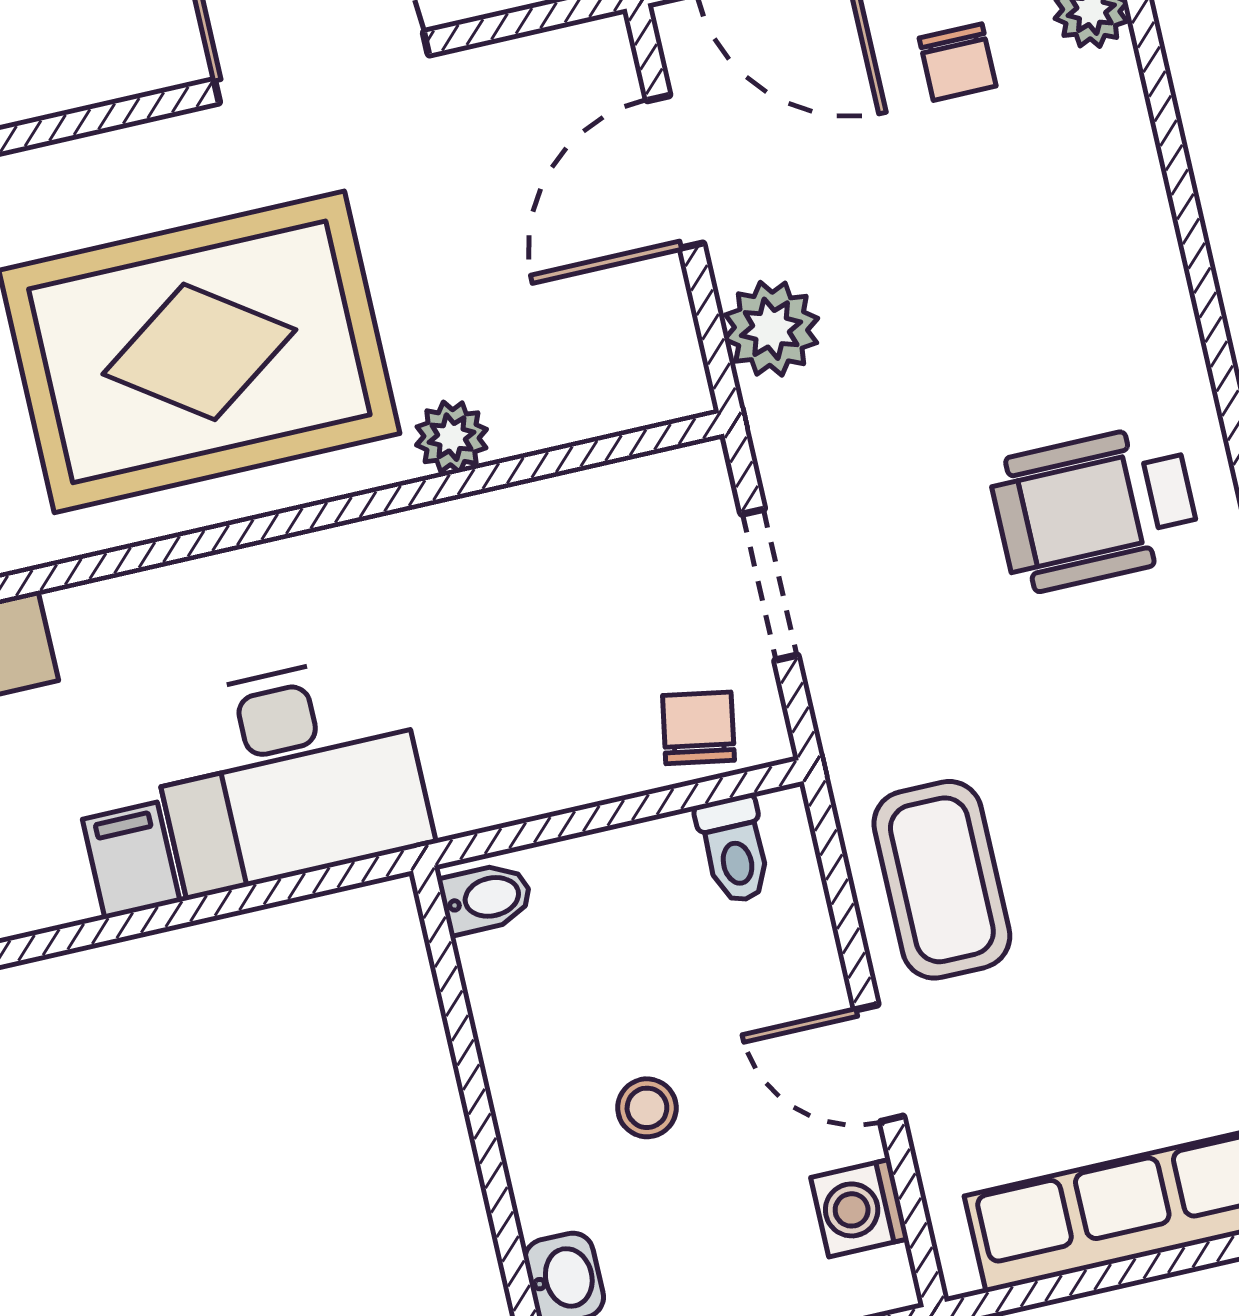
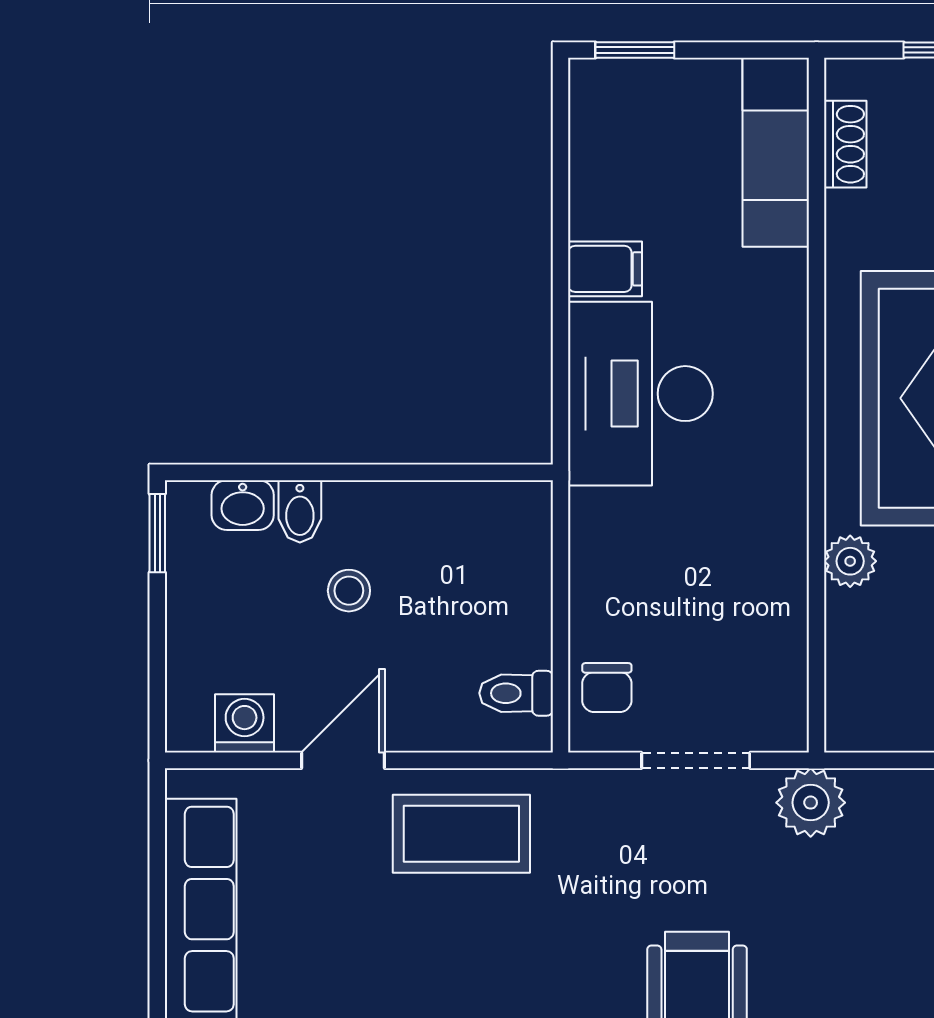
plant: (771, 329) -> (811, 803), moved
chair: (698, 728) -> (607, 688), turned 80
bidet: (486, 898) -> (300, 511), moved

